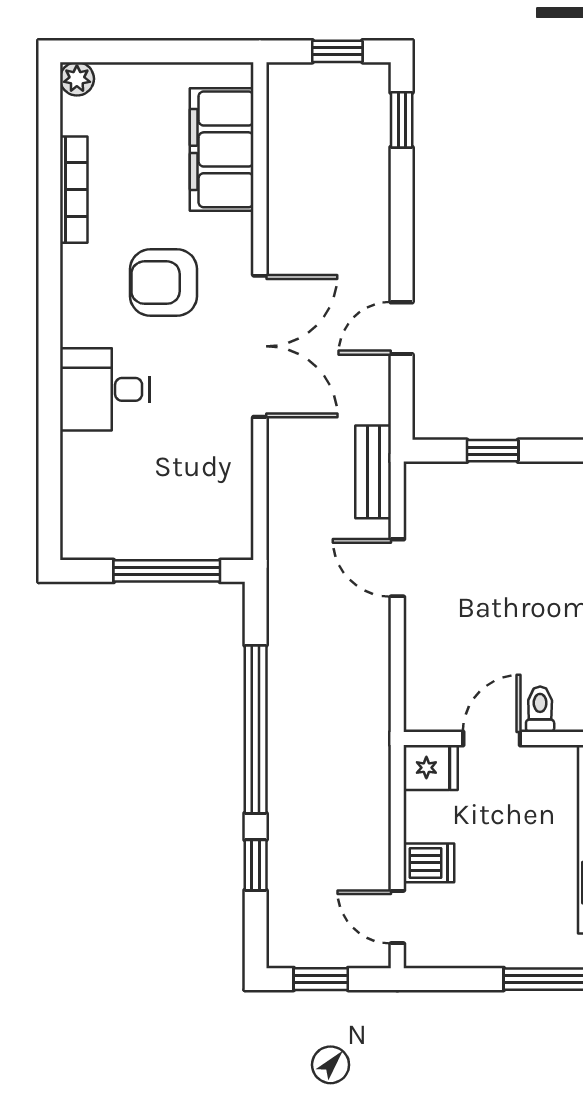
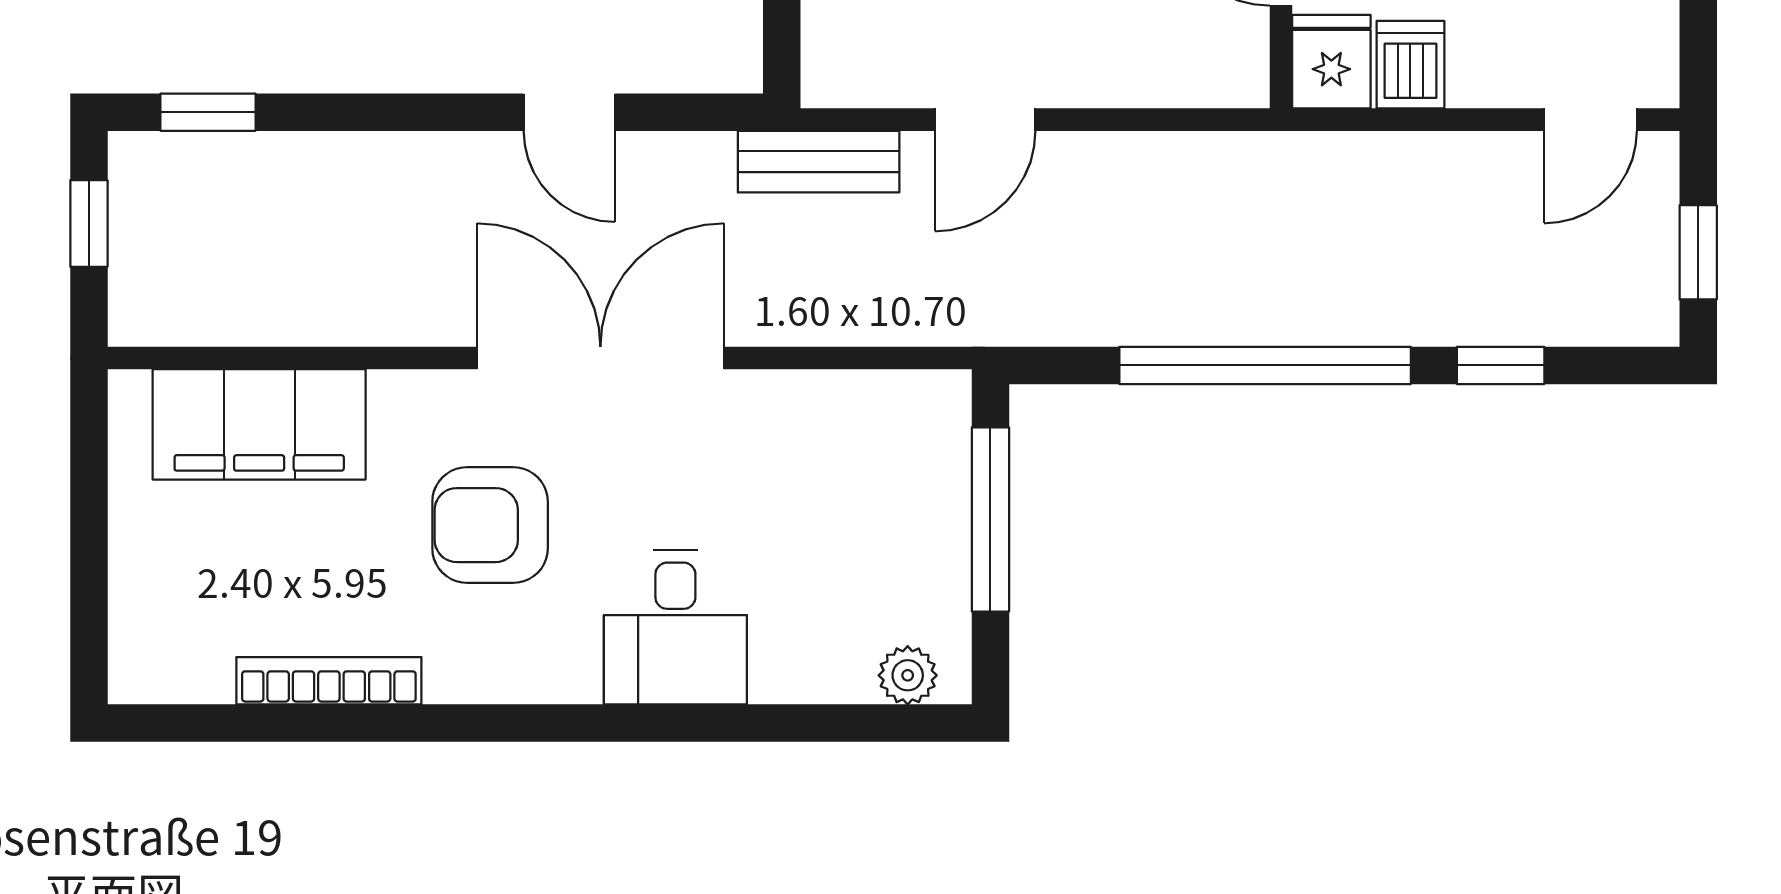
plant: (77, 79) -> (908, 675), moved
armchair: (164, 283) -> (490, 525), turned 90
dishwasher: (429, 863) -> (1410, 65), moved

